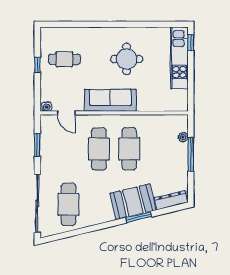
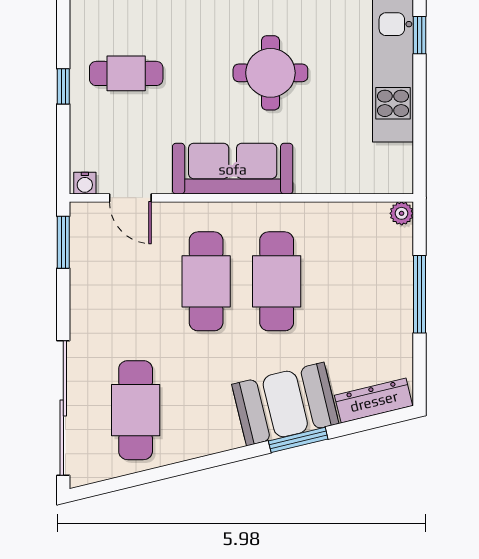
plant: (183, 137) -> (402, 213), moved
window: (37, 145) -> (63, 242), moved

